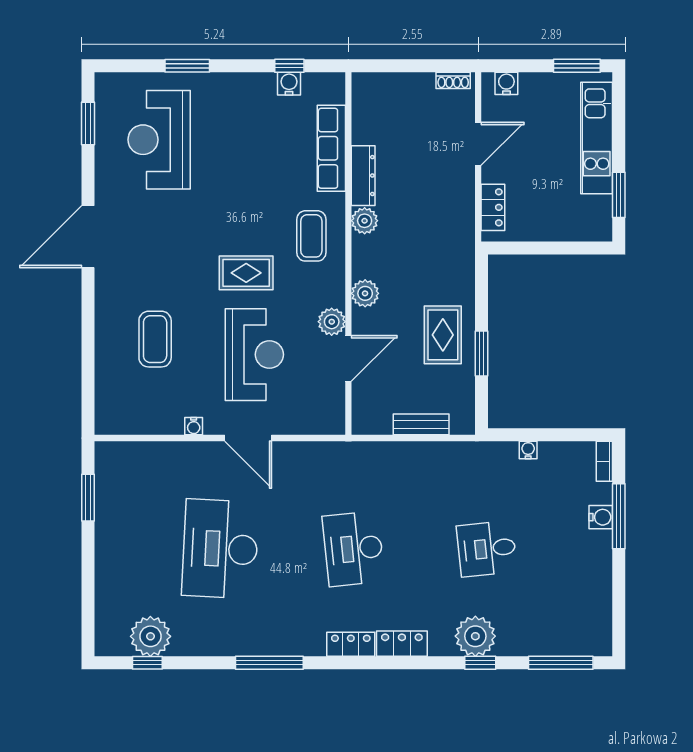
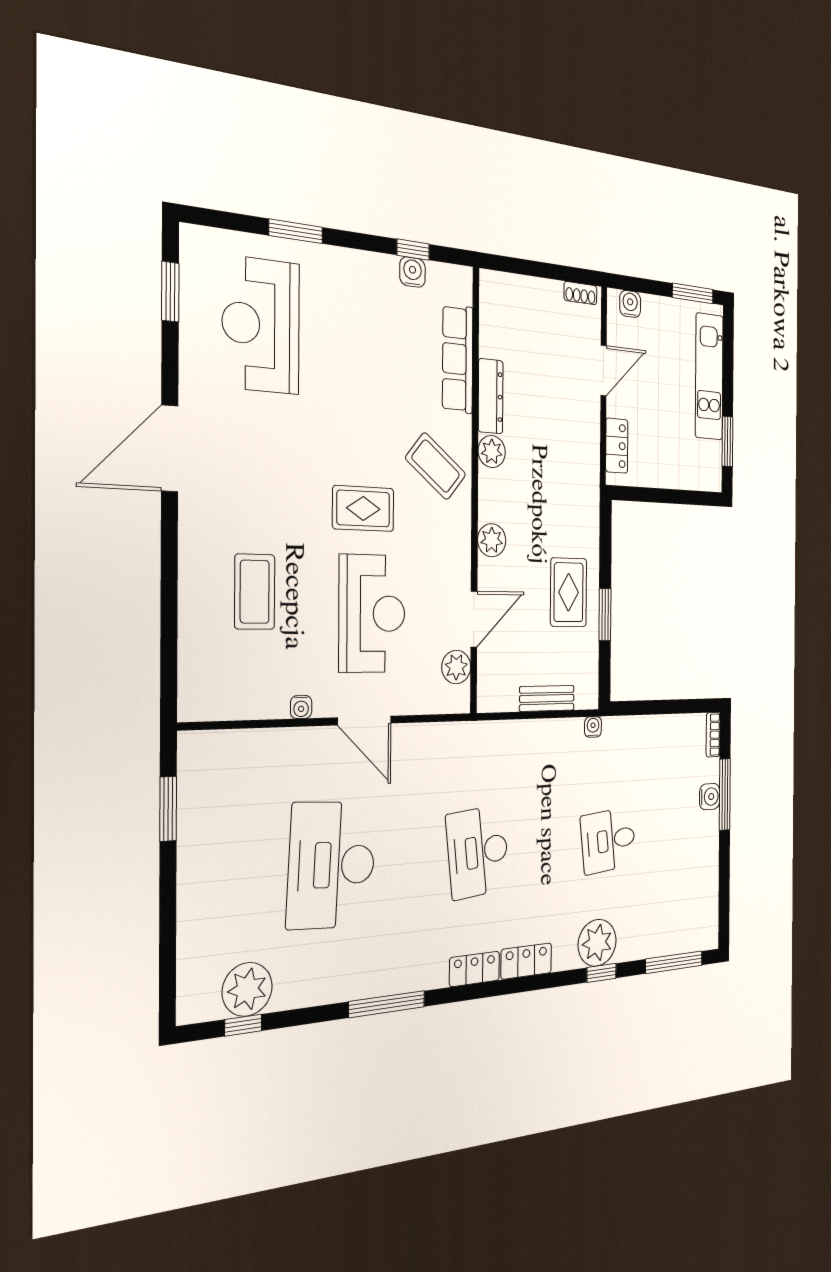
coffee table: (311, 236) -> (436, 466), turned -51
plant: (332, 322) -> (456, 667), moved
water cooler: (528, 450) -> (593, 727), moved

